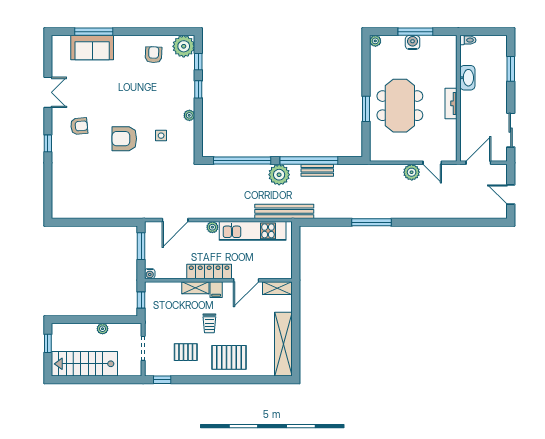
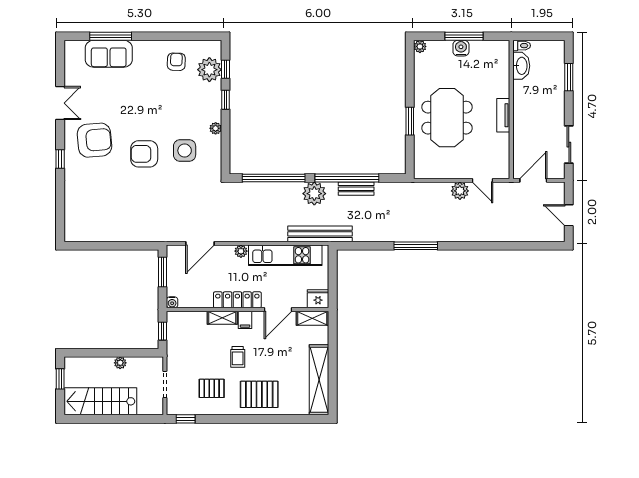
plant: (184, 46) -> (209, 70), moved
washbasin: (467, 78) -> (521, 66), moved
armchair: (79, 126) -> (94, 140), width x1.88, depth x1.88
side table: (161, 136) -> (185, 151), width x1.87, depth x1.87
fridge: (283, 270) -> (318, 299), added

